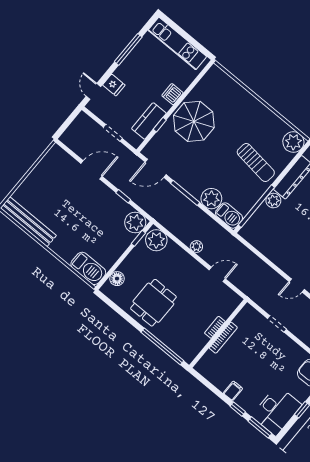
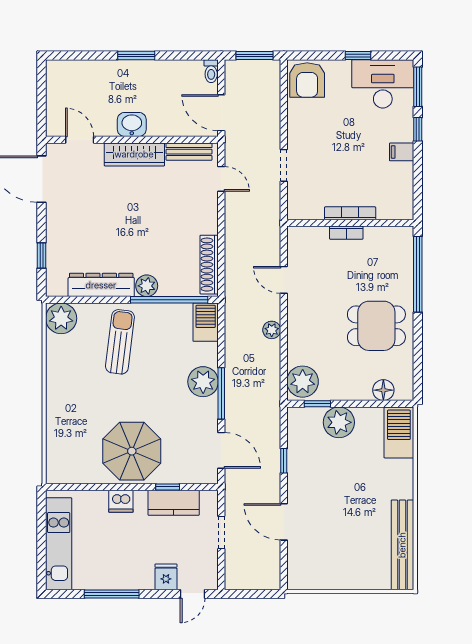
plant: (211, 199) -> (203, 382), moved
plant: (135, 223) -> (339, 422), moved
shoe rack: (257, 242) -> (209, 265), added

